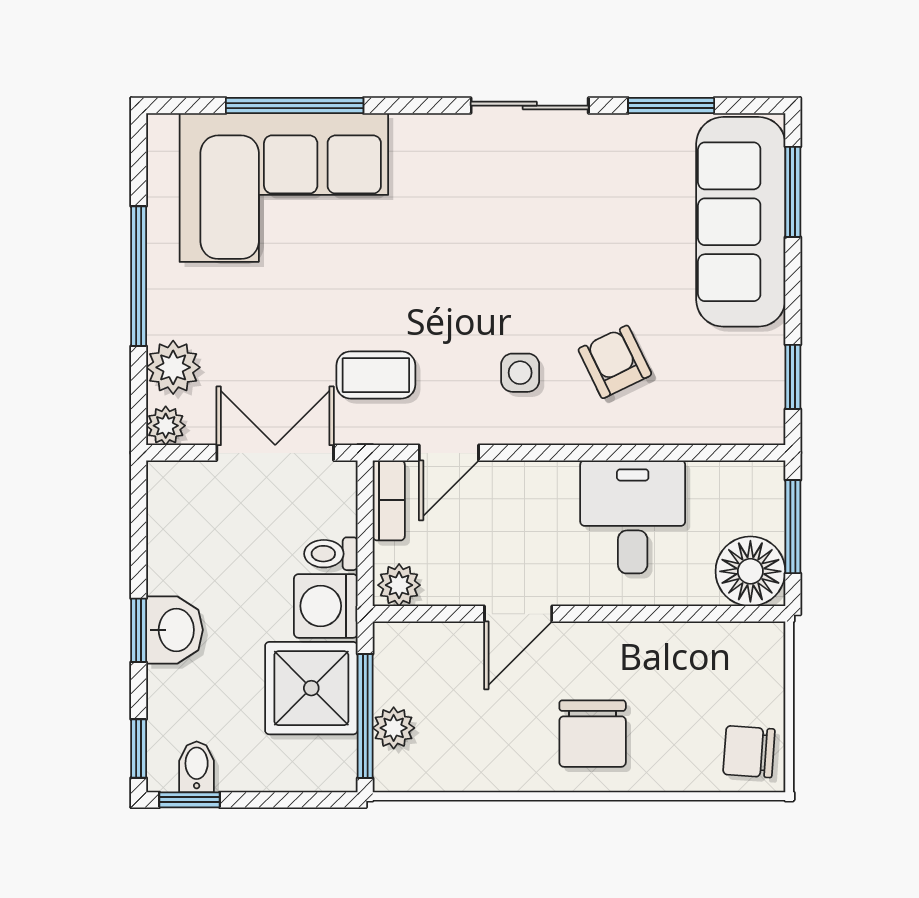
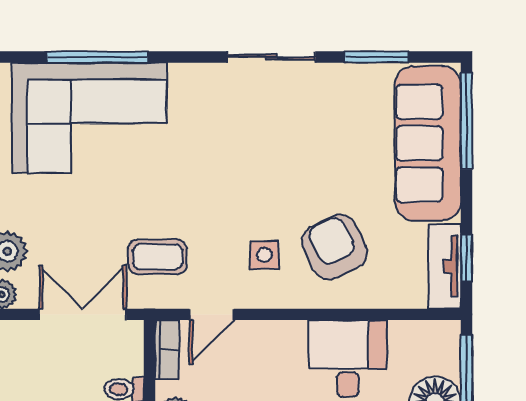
window: (793, 192) -> (467, 121), width x1.44
armchair: (615, 362) -> (335, 247), width x1.38, depth x1.38
tv unit: (763, 388) -> (445, 266), added

